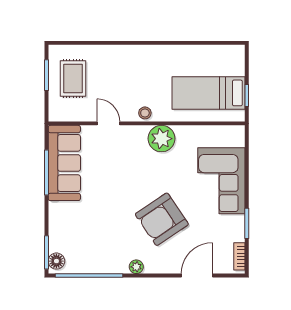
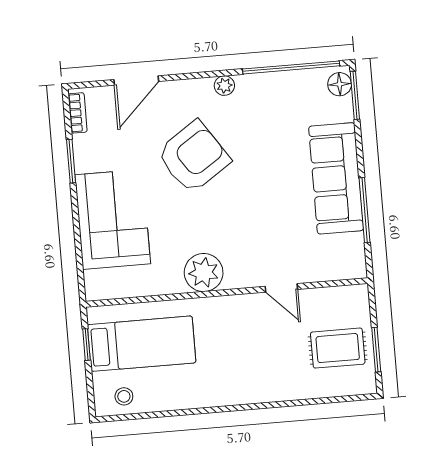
rug: (73, 78) -> (338, 348), turned 90
stool: (145, 113) -> (124, 396), moved
sofa: (64, 163) -> (336, 178), moved

